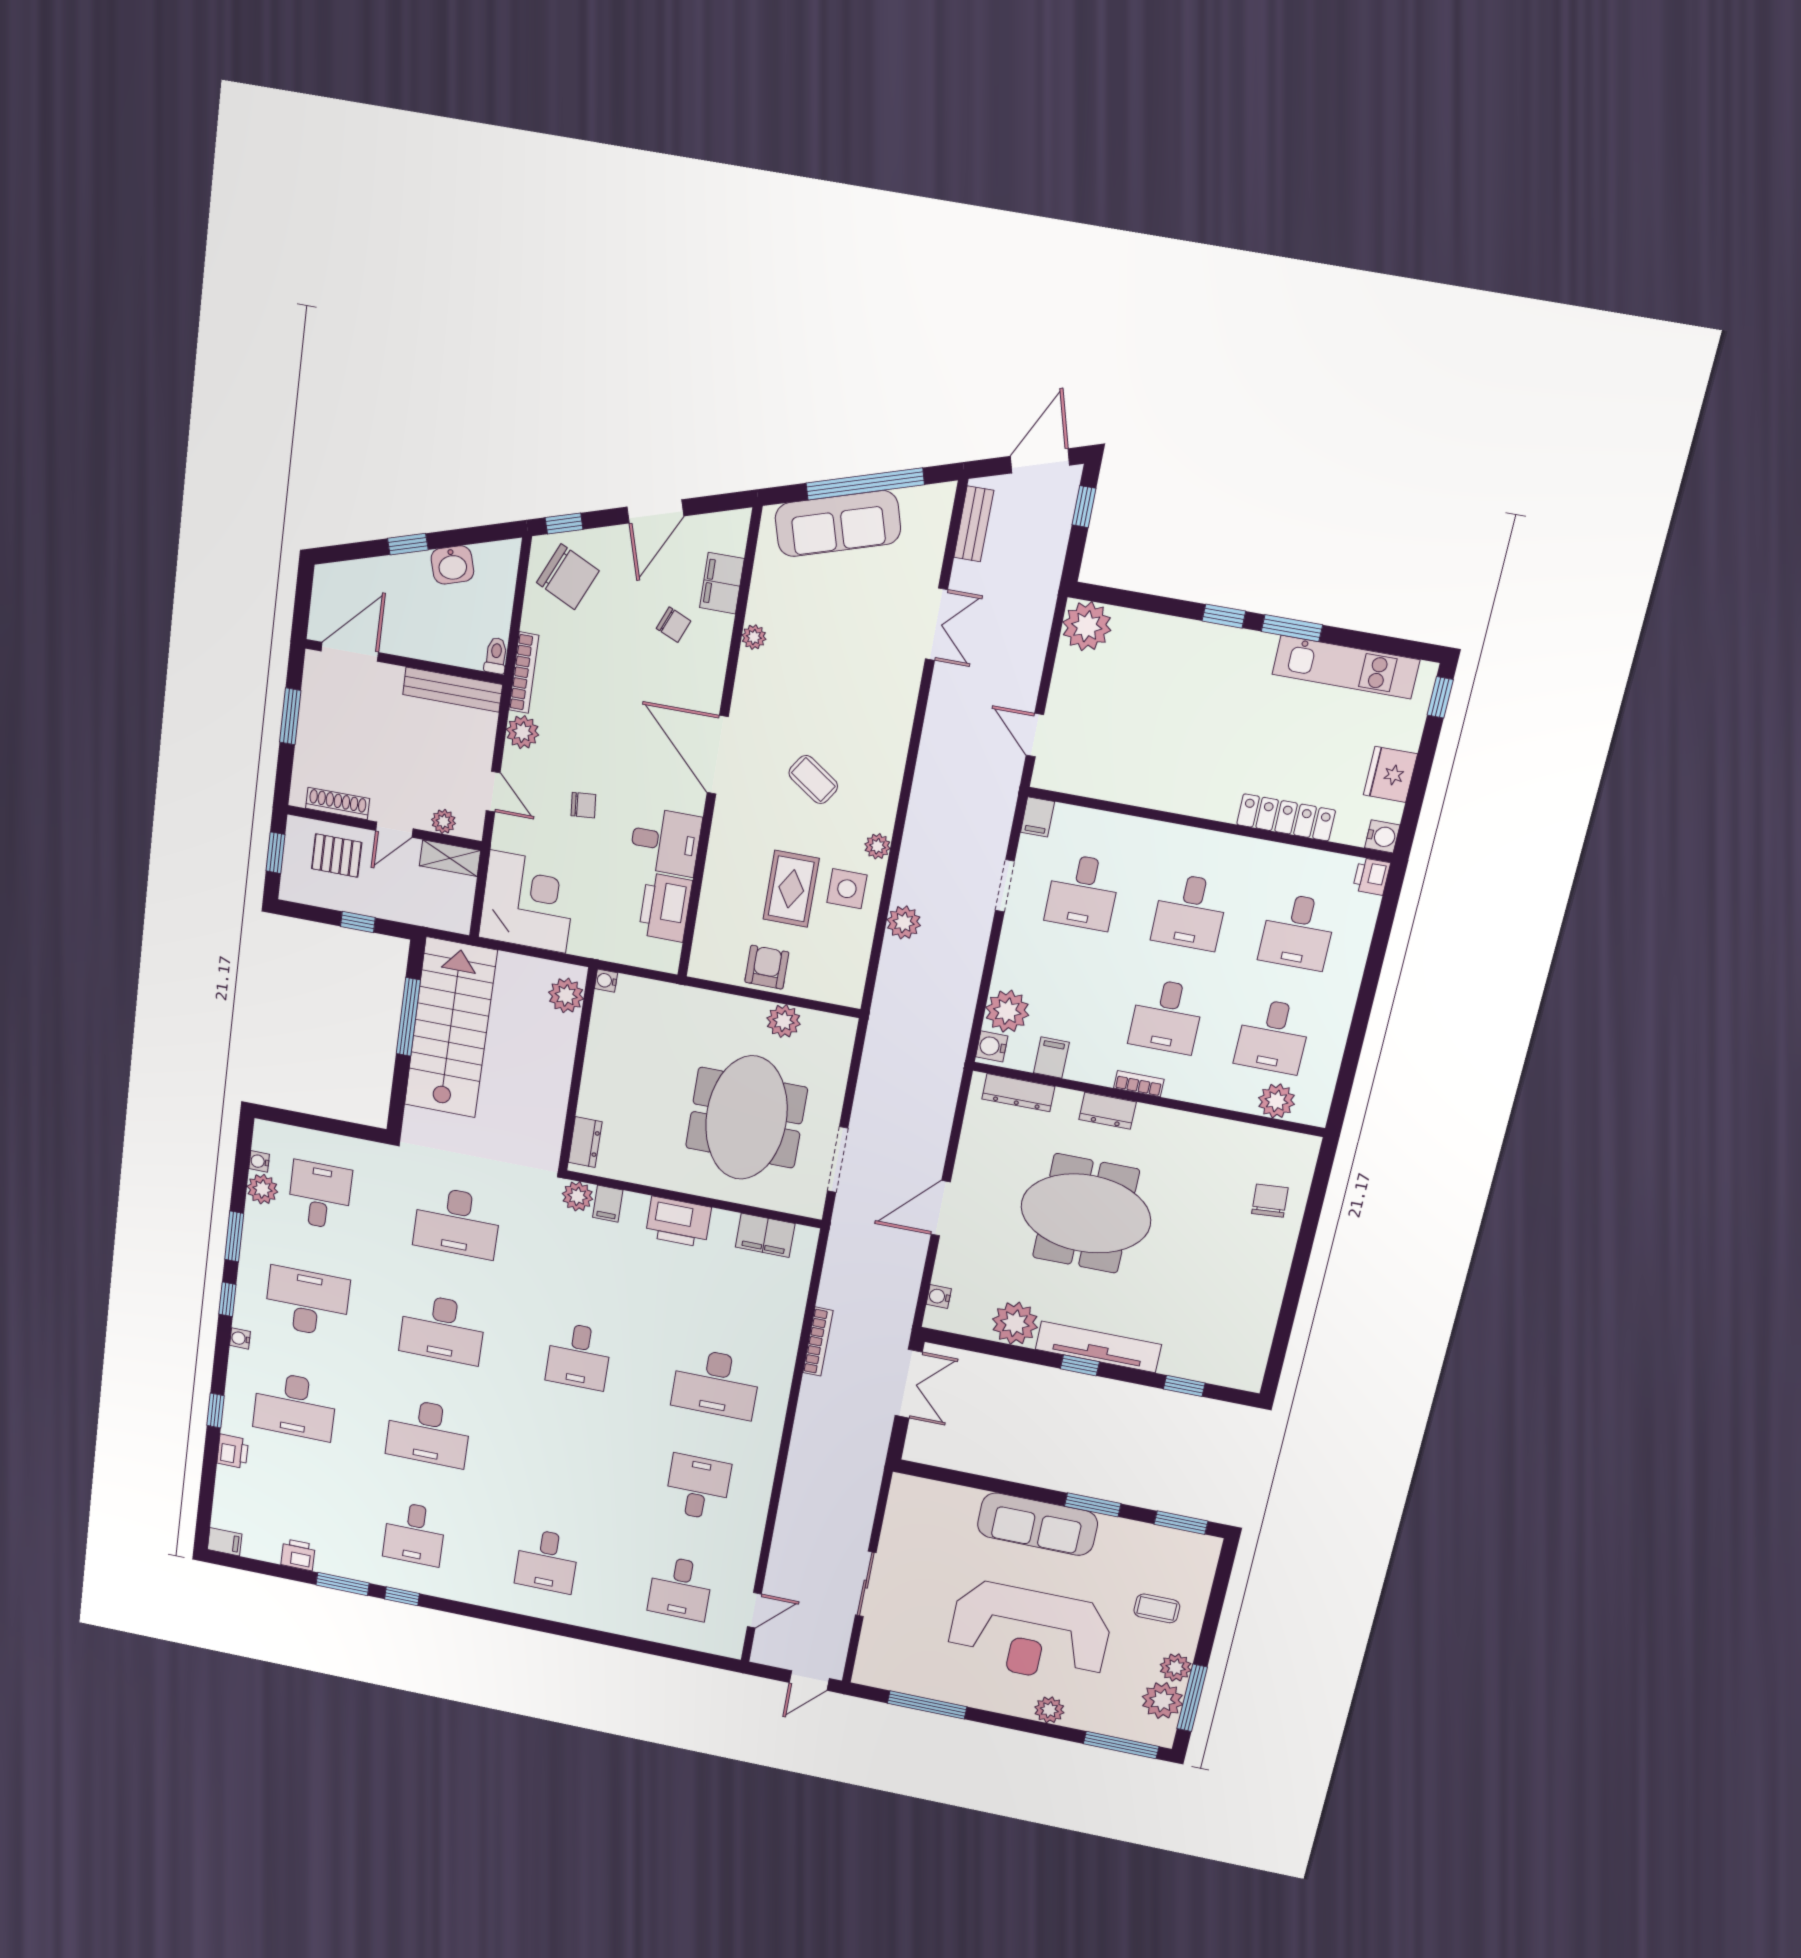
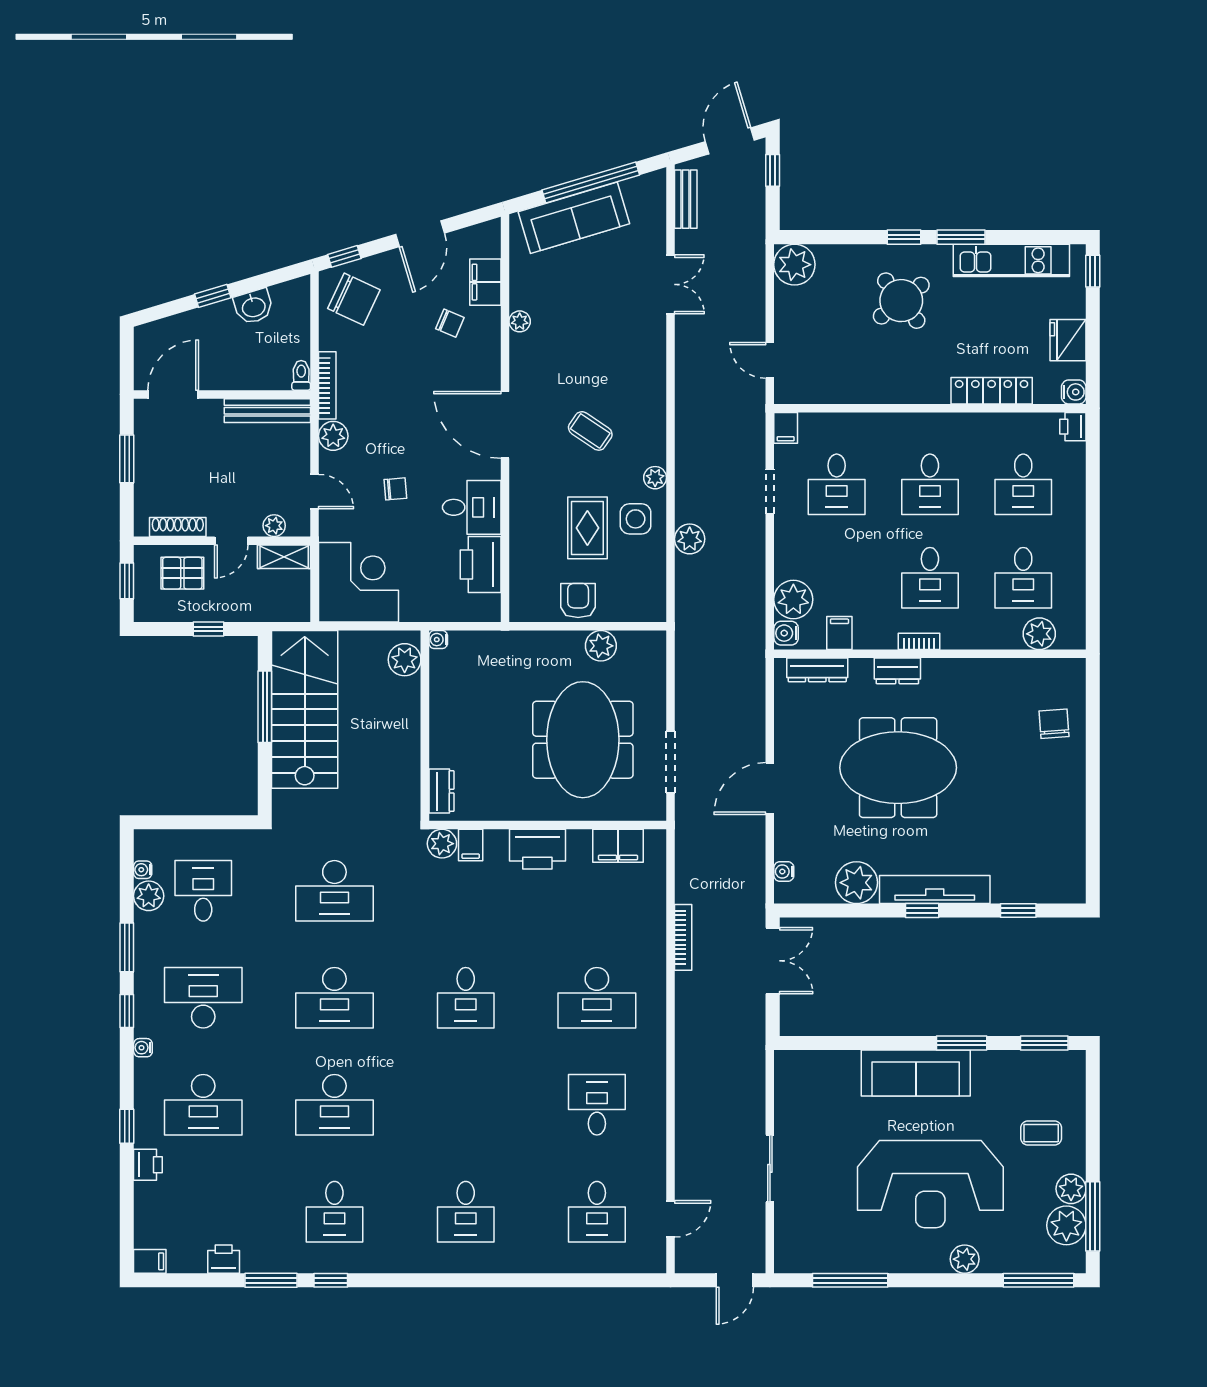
round table: (1204, 692) -> (901, 301), added

